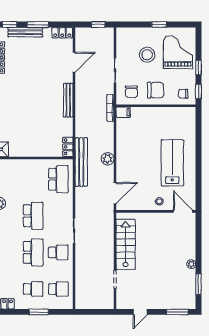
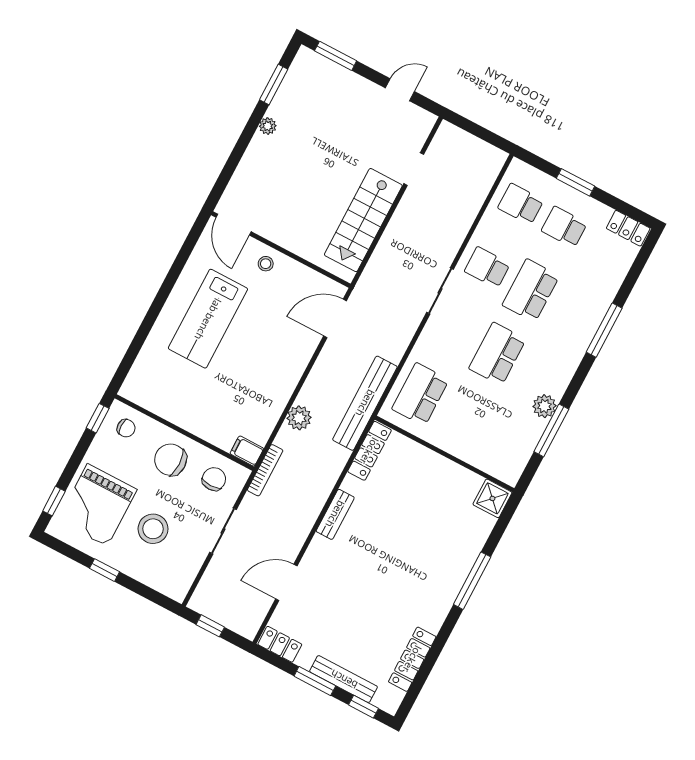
window: (198, 67) -> (54, 501), moved
bench: (68, 100) -> (335, 514), width x0.73
locker: (68, 147) -> (369, 451), width x1.53
plant: (107, 159) -> (299, 418), moved

